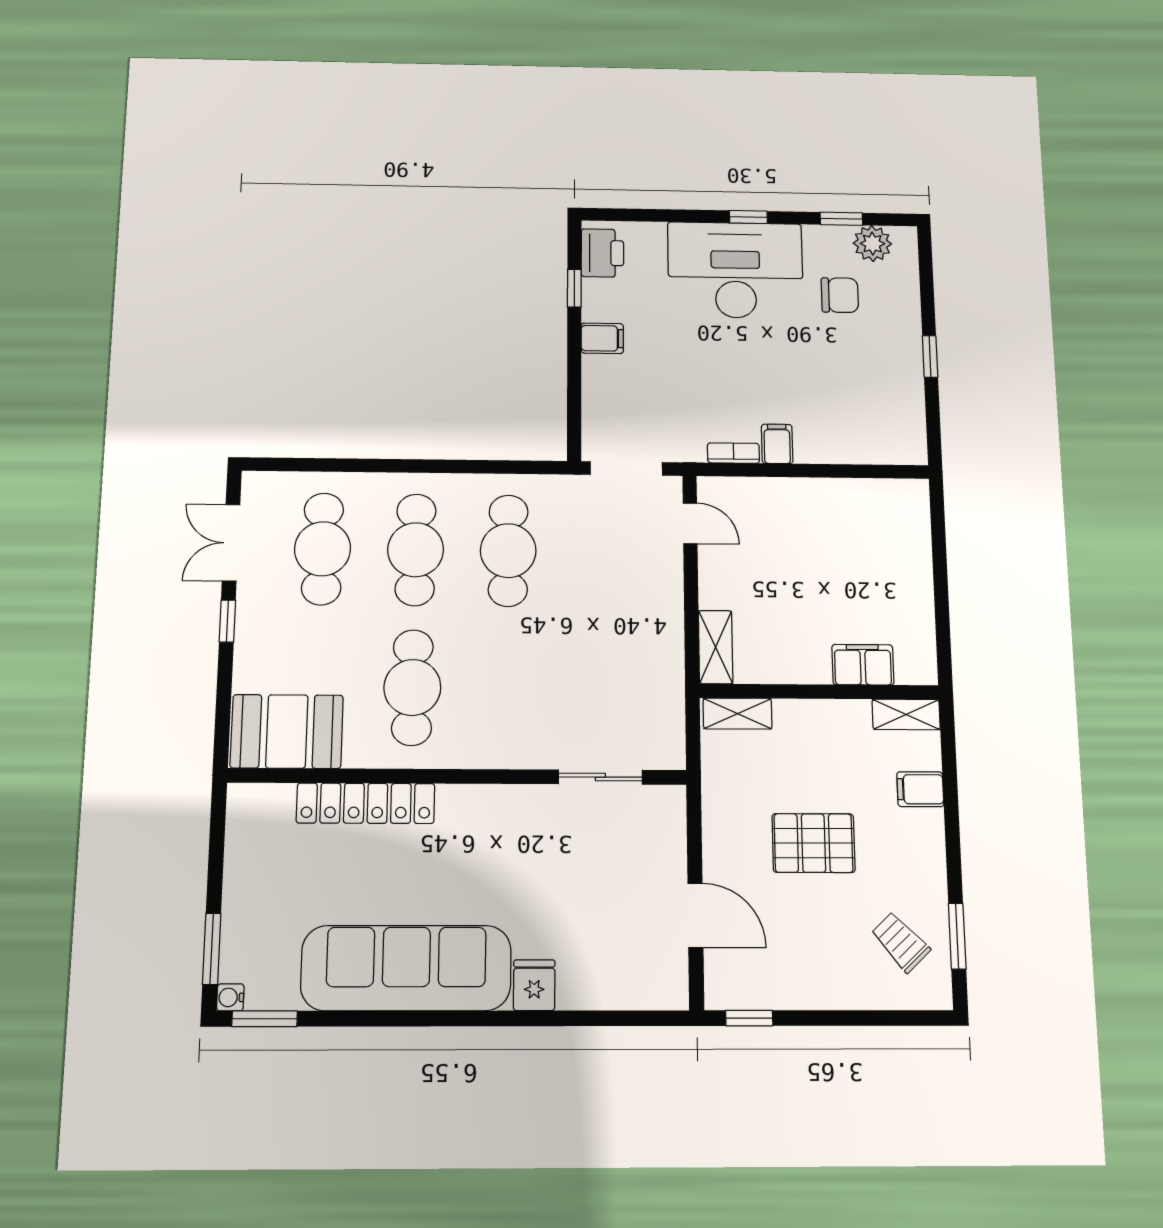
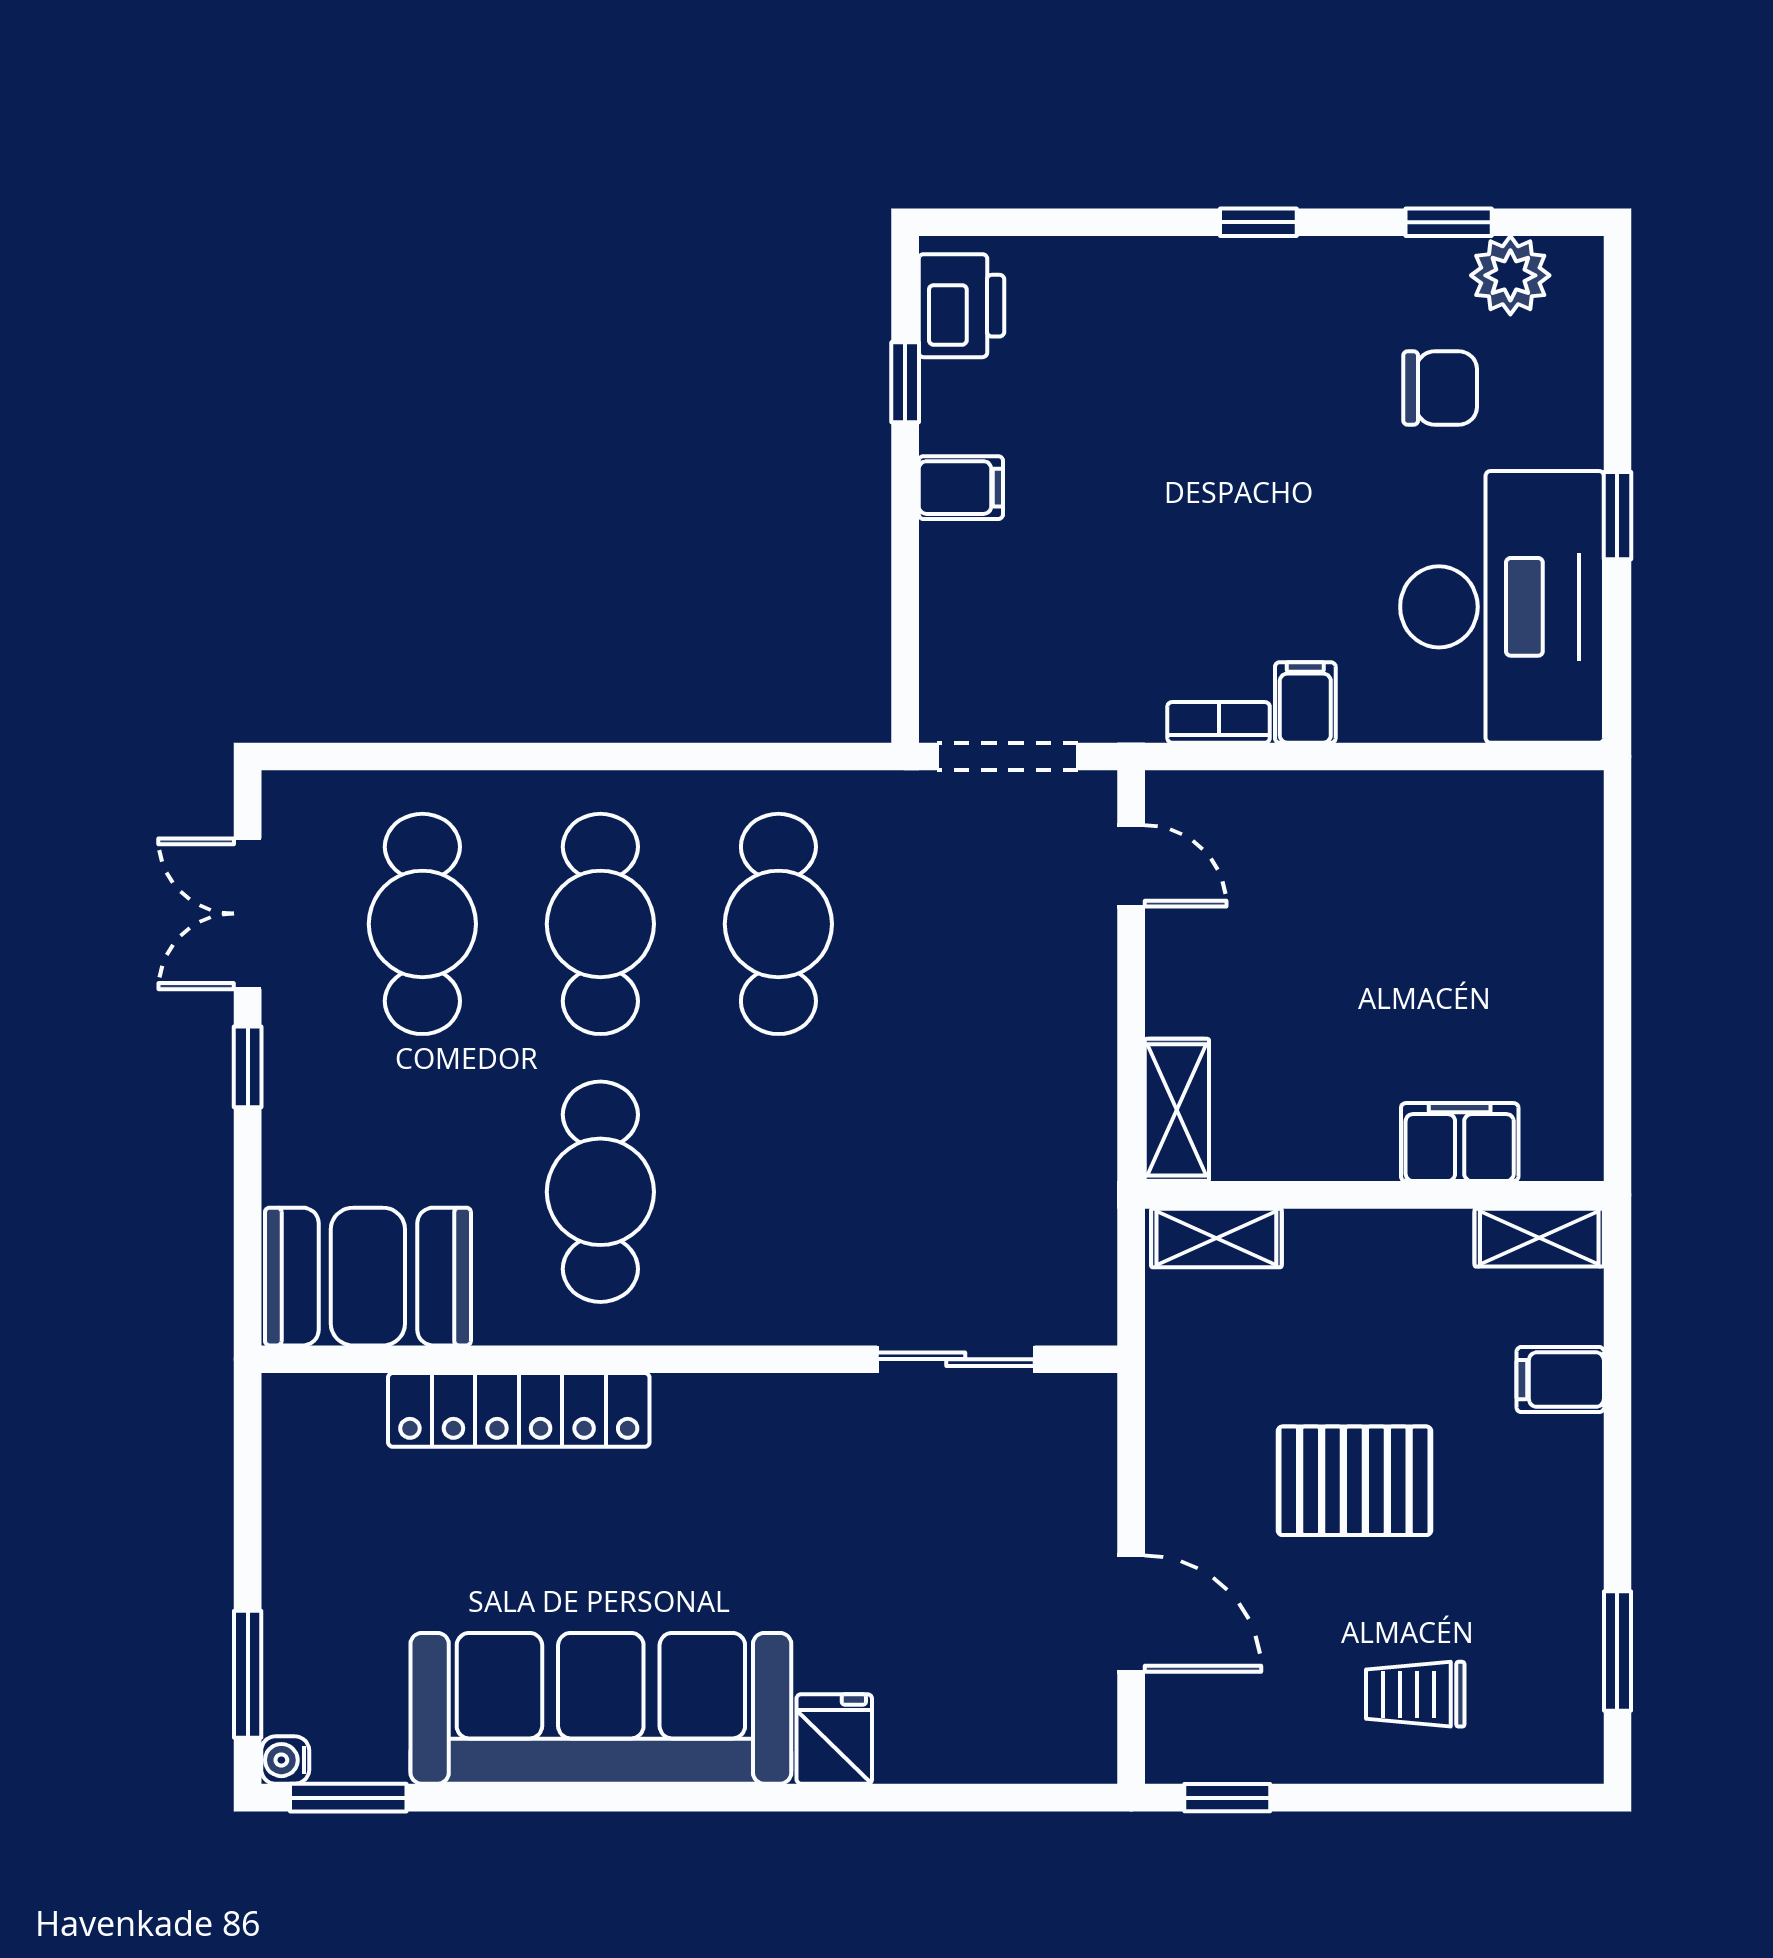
desk: (735, 270) -> (1502, 607), moved, turned 90
trolley: (901, 942) -> (1415, 1694), moved, turned -47

